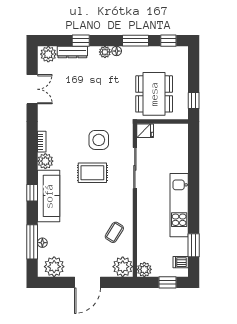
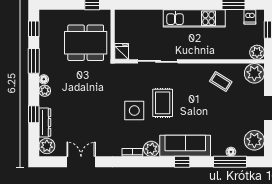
side table: (99, 140) -> (134, 111), moved

